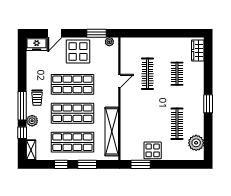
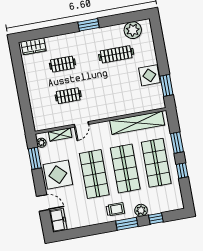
clothes rail: (147, 74) -> (68, 96), width x0.73
door: (119, 81) -> (81, 124), swing flipped
window: (22, 106) -> (127, 224), width x0.69
shelving: (31, 150) -> (60, 134), moved

